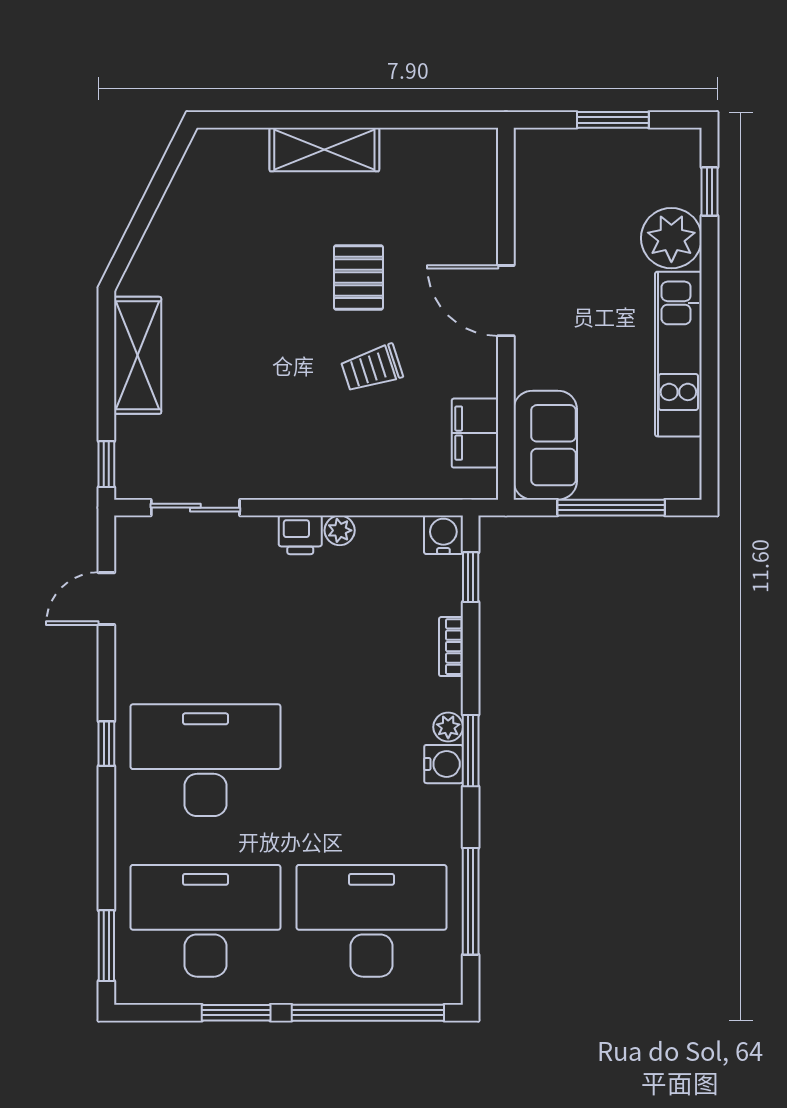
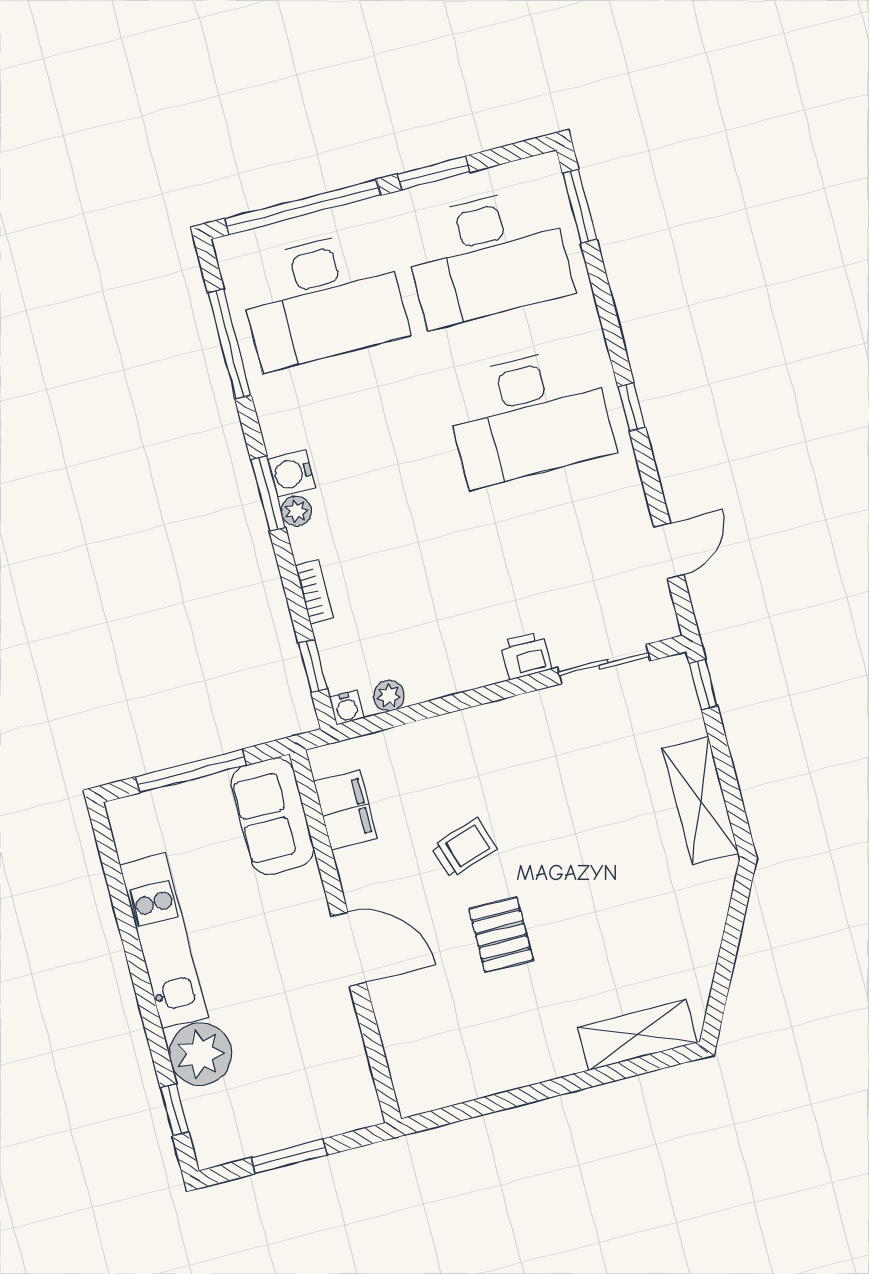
shelving: (324, 150) -> (637, 1035), moved
plant: (340, 530) -> (389, 696), moved
printer: (300, 535) -> (526, 656), moved
water cooler: (443, 535) -> (347, 708), width x0.72, depth x0.72

